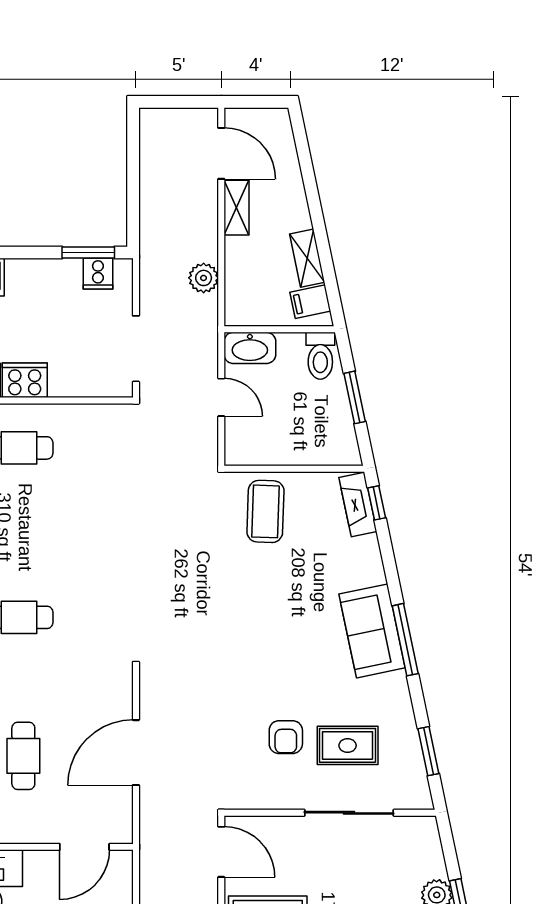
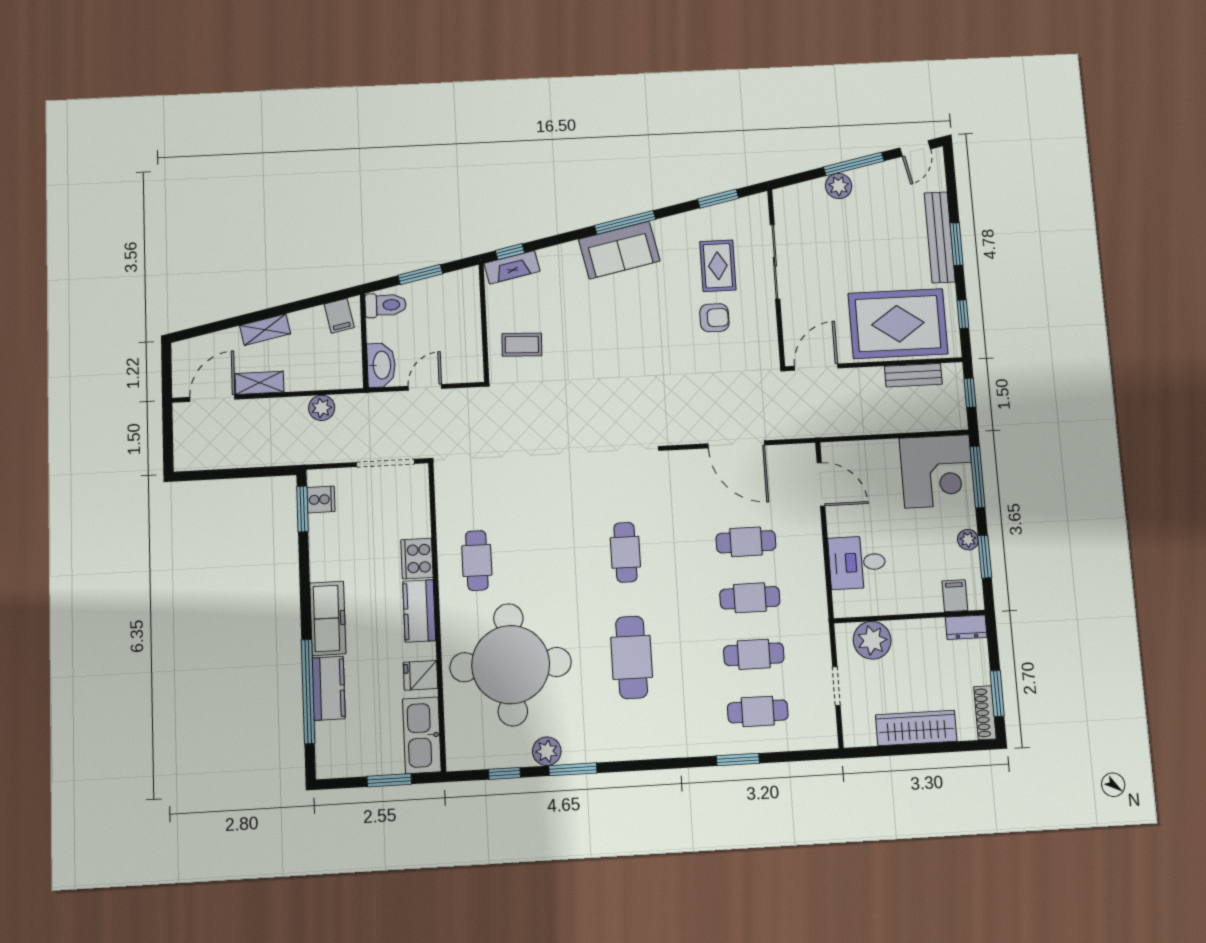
shelving: (307, 258) -> (265, 330), moved
coffee table: (265, 511) -> (522, 345), width x0.73, depth x0.77

